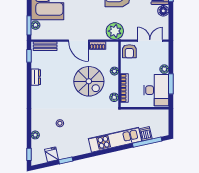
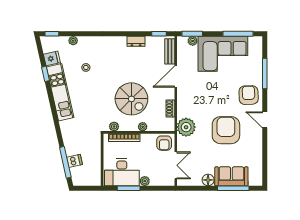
door: (78, 41) -> (176, 77), moved
armchair: (129, 51) -> (164, 143), turned -90
spiral stairs: (89, 81) -> (131, 99), turned -90
kitchen unit: (115, 140) -> (60, 92), moved

